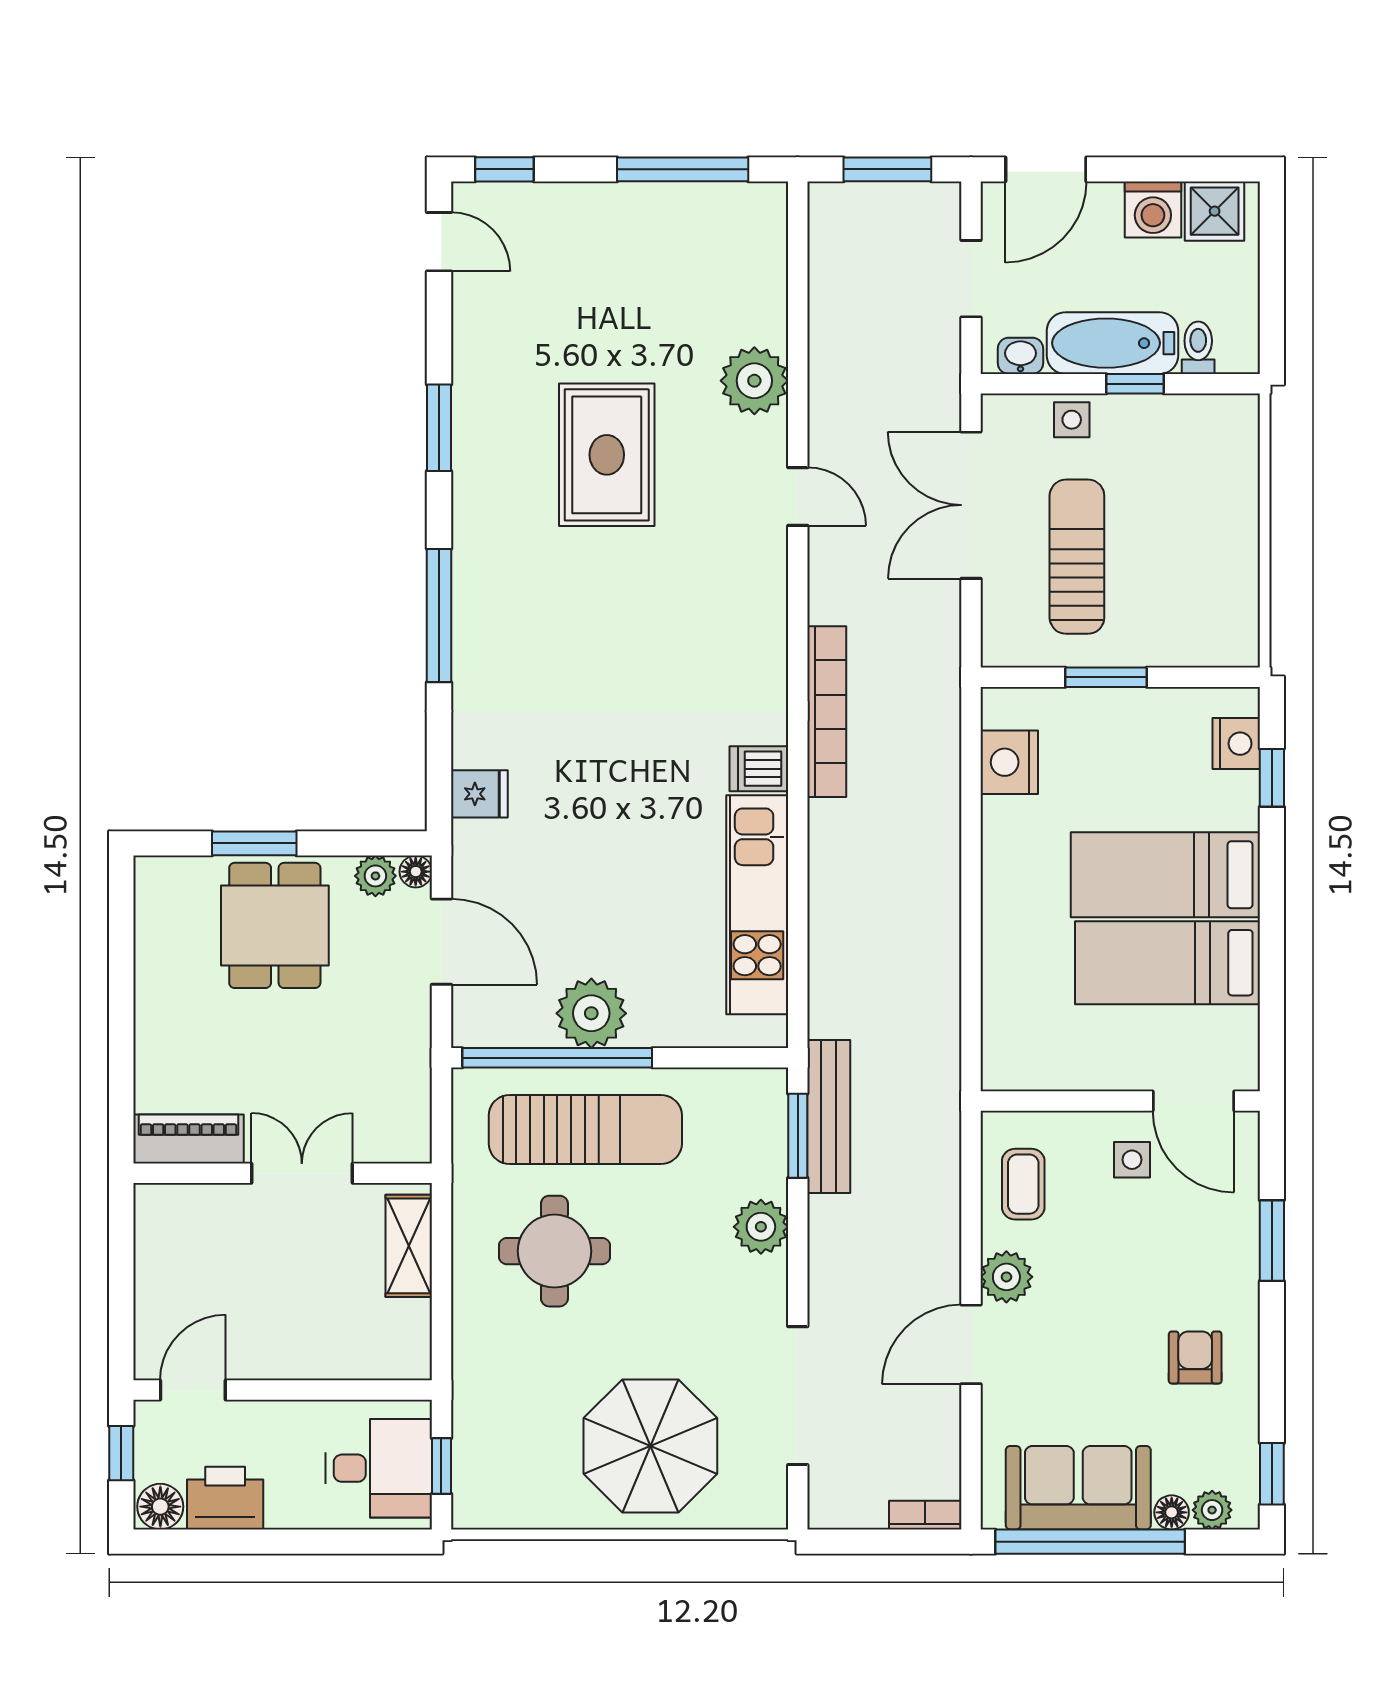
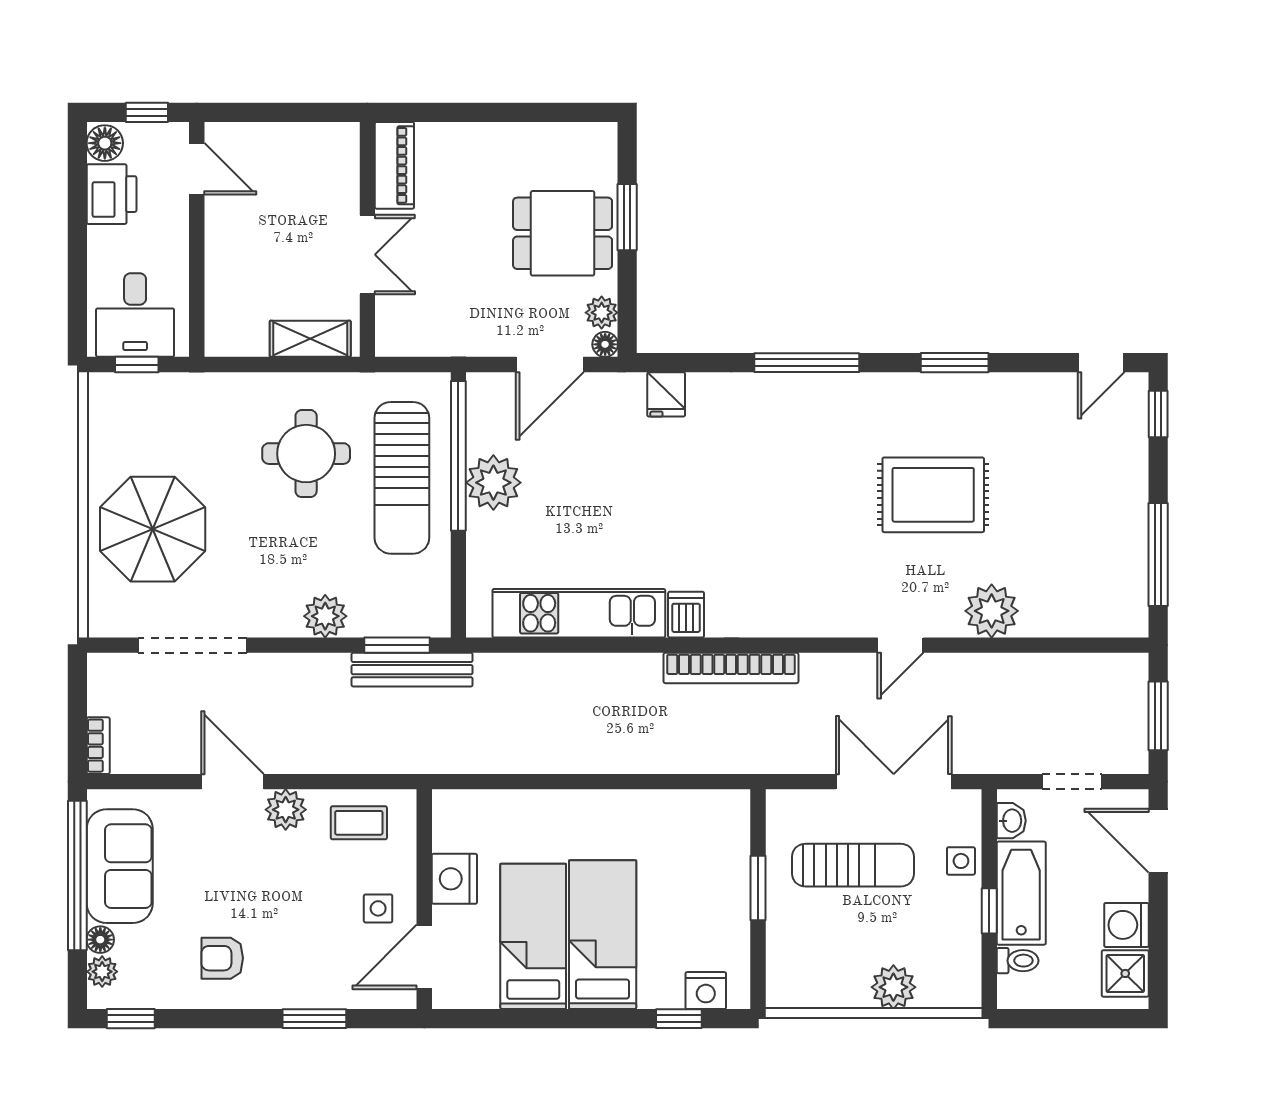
plant: (1232, 505) -> (893, 987), added
nightstand: (1009, 762) -> (454, 879), moved, turned -90
armchair: (1195, 1358) -> (222, 958), turned 180

